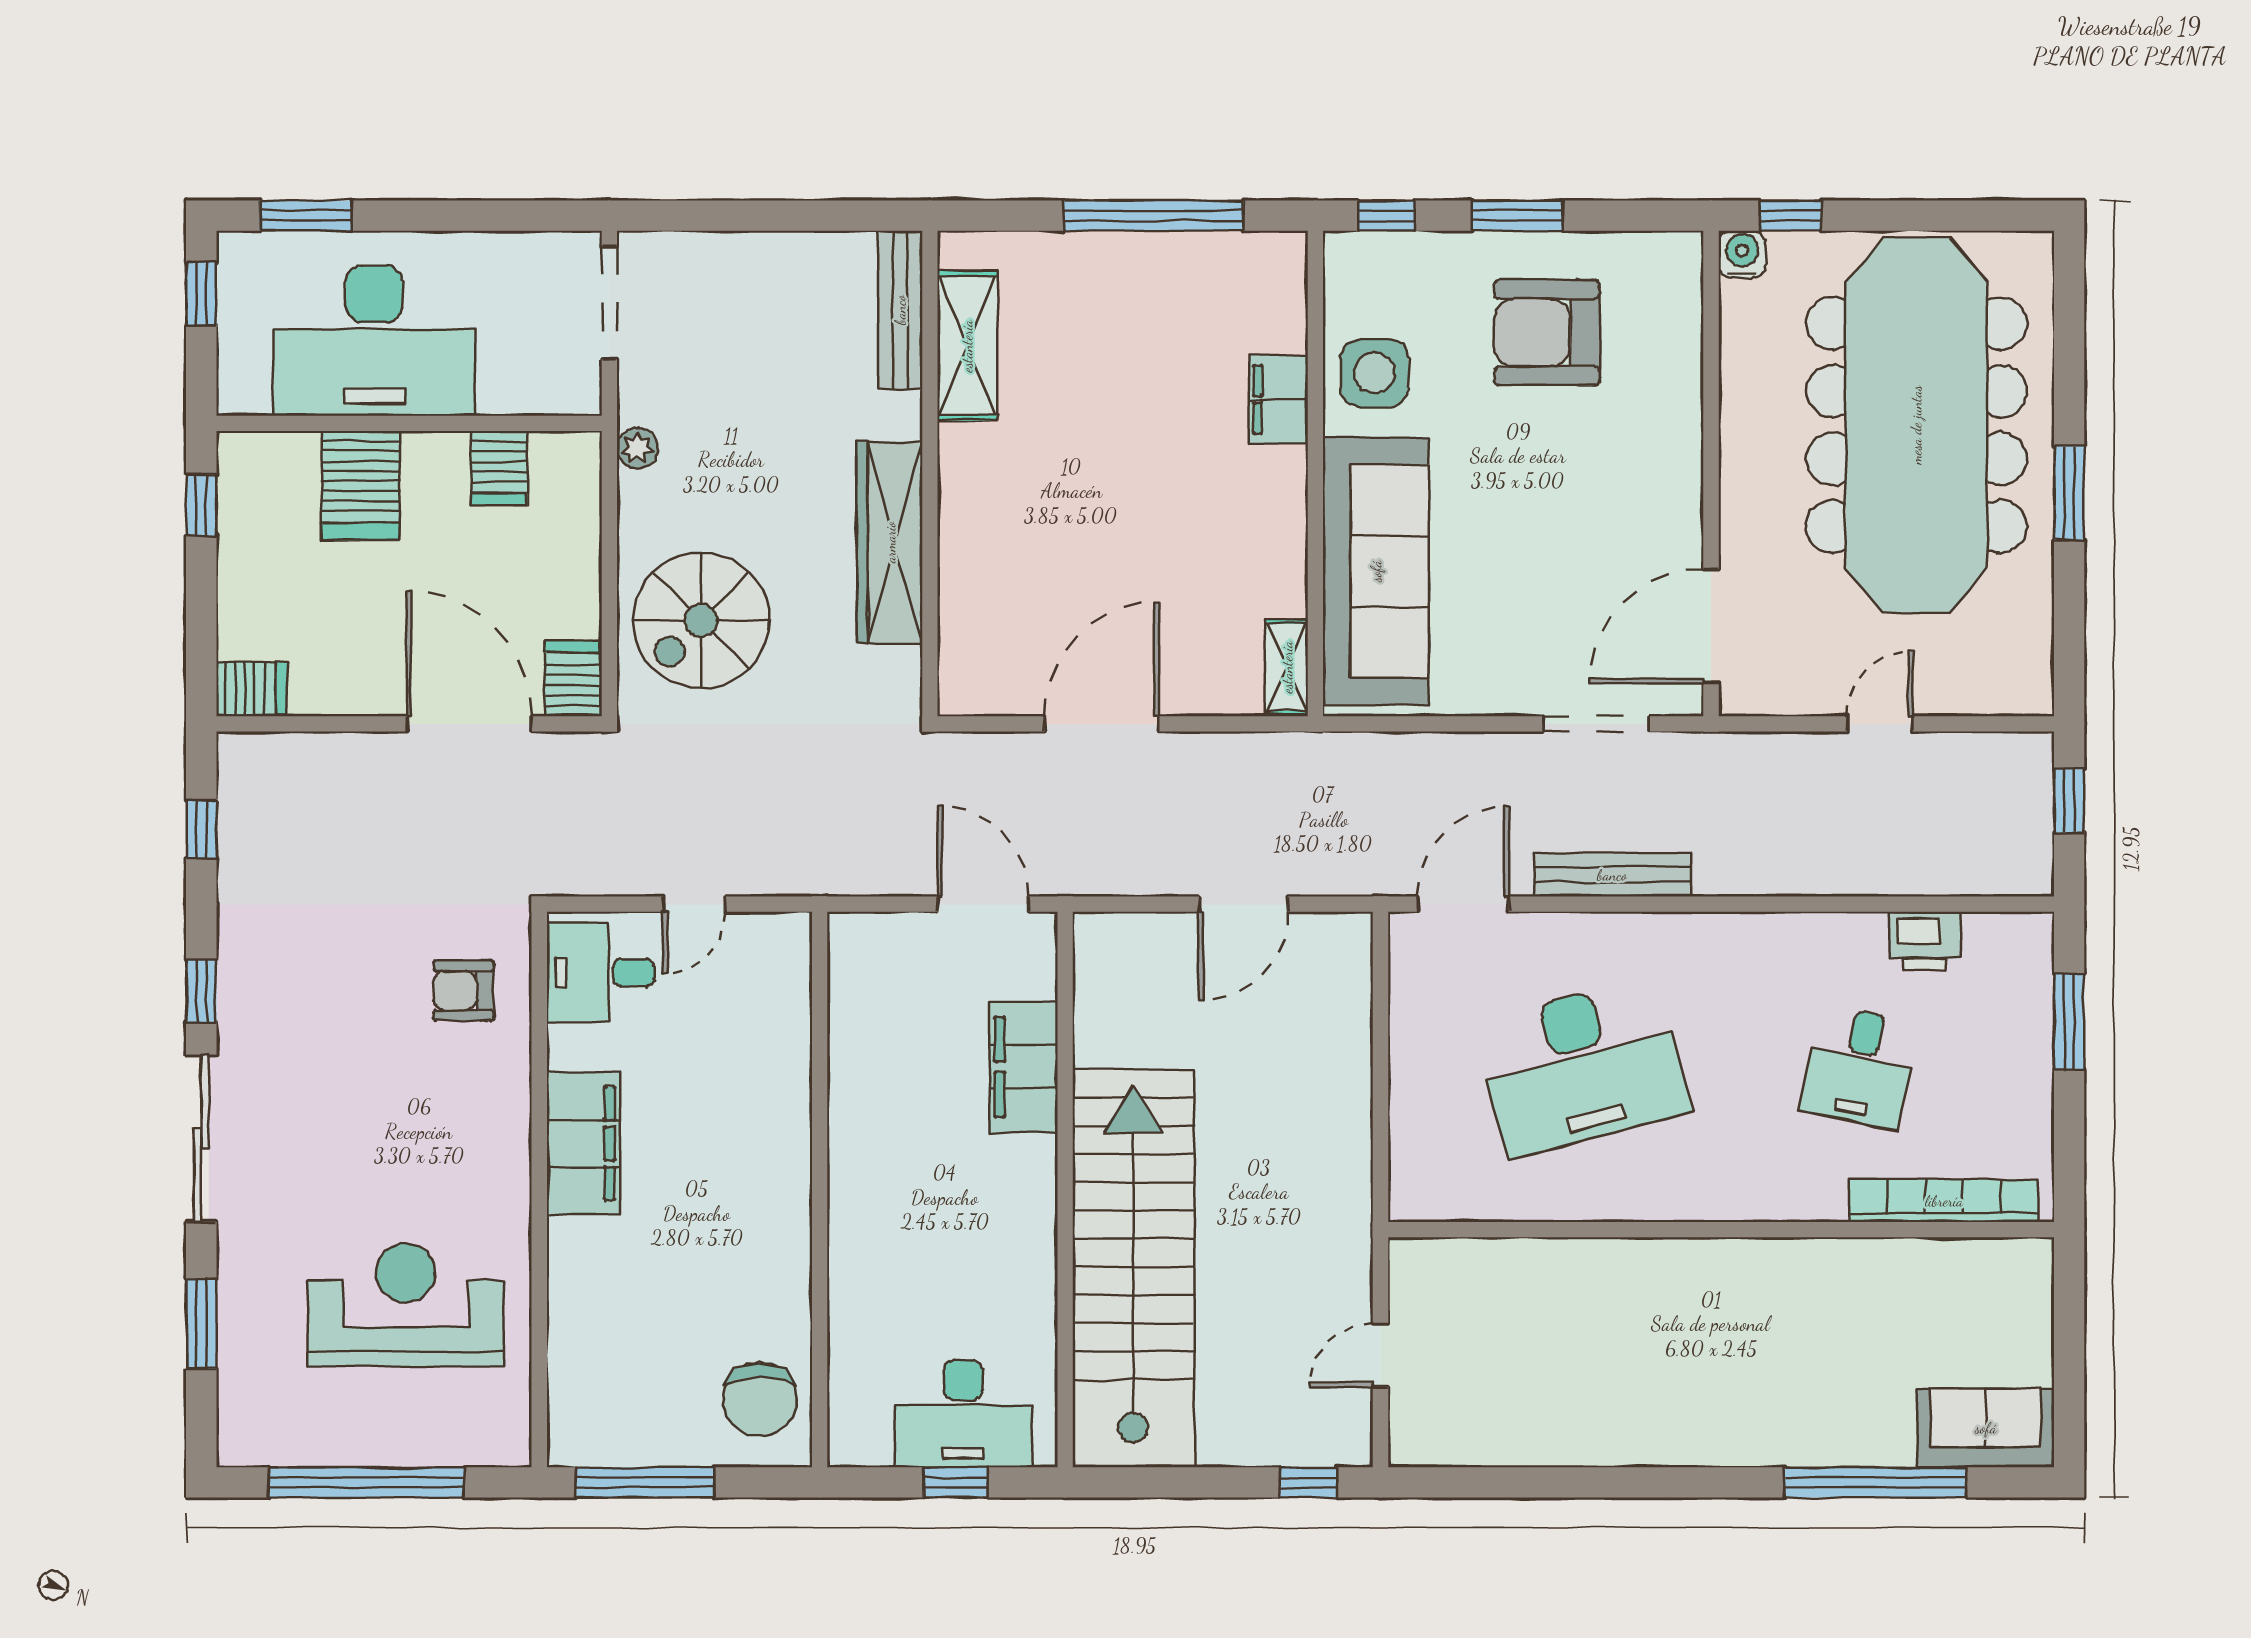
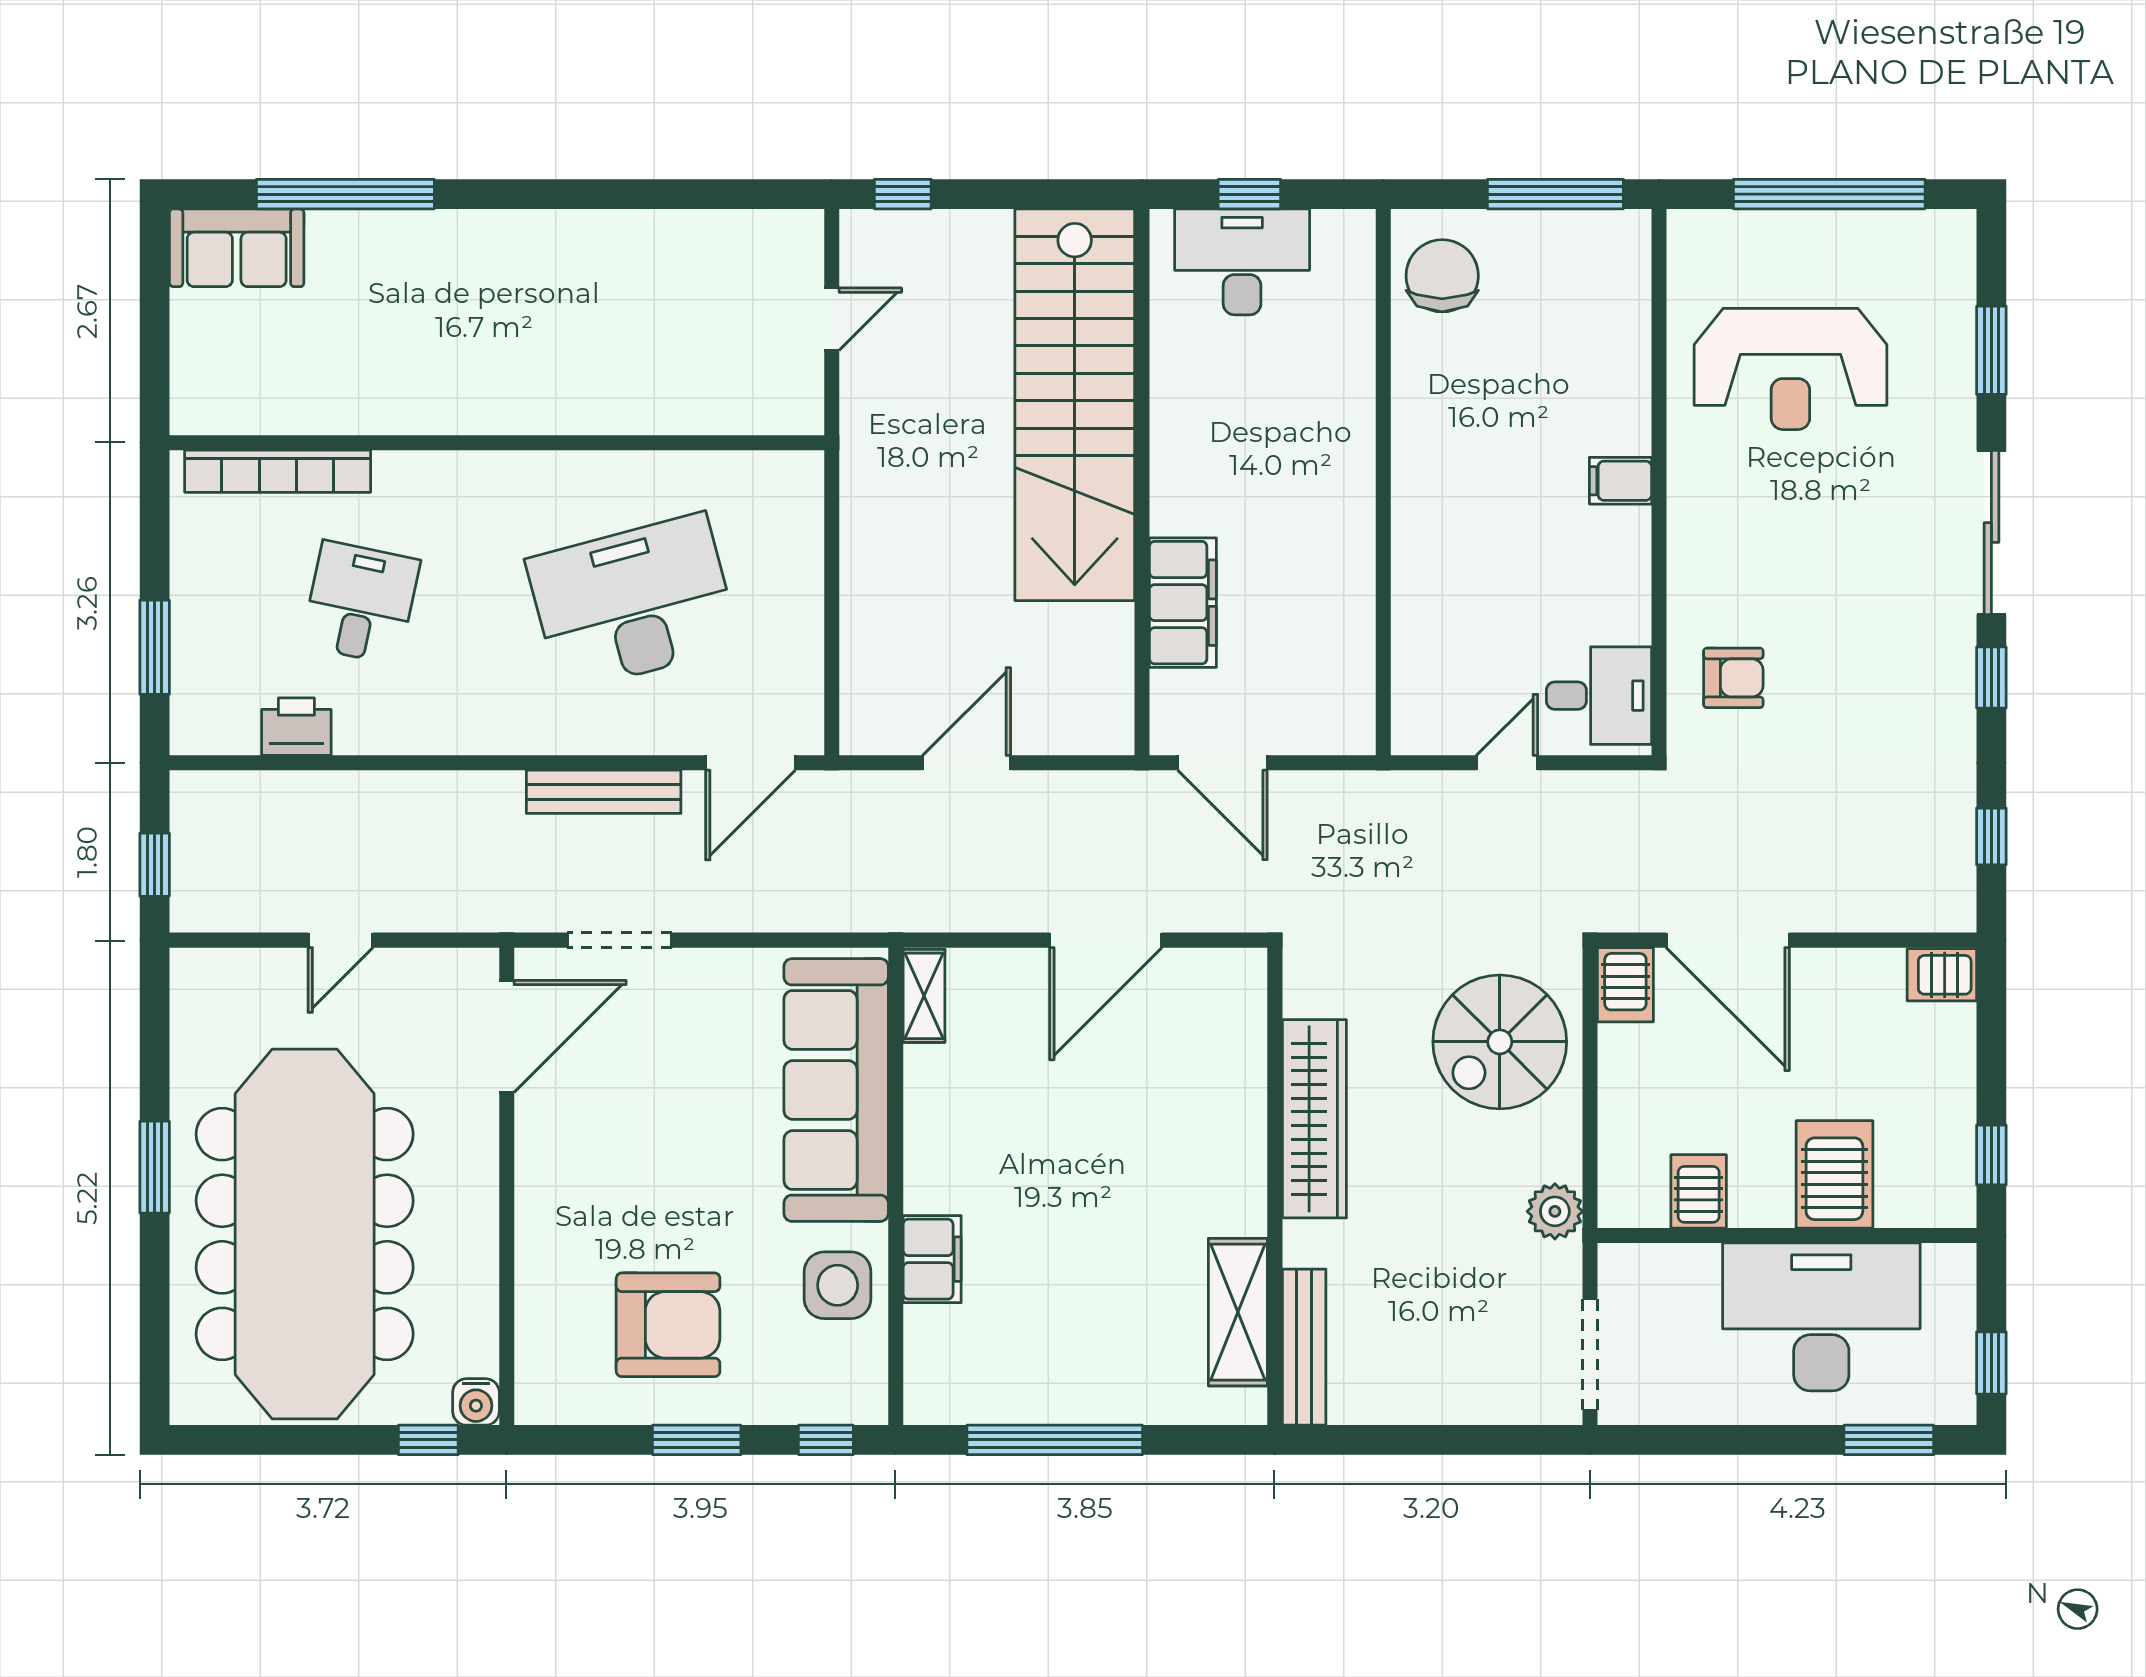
plant: (637, 448) -> (1555, 1211), width x1.38, depth x1.38
spiral stairs: (701, 620) -> (1500, 1042), turned 180
filing cabinet: (584, 1143) -> (1620, 481), width x0.33, depth x0.86

